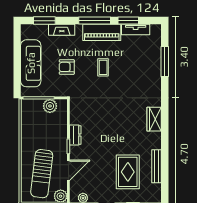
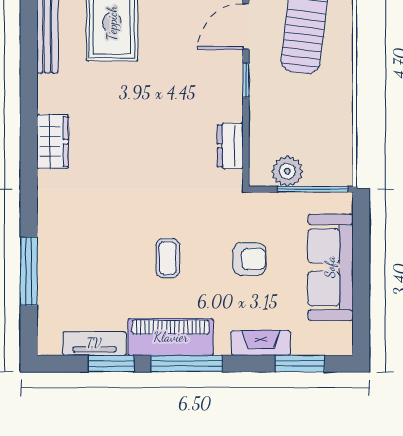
dresser: (75, 135) -> (230, 146), moved

